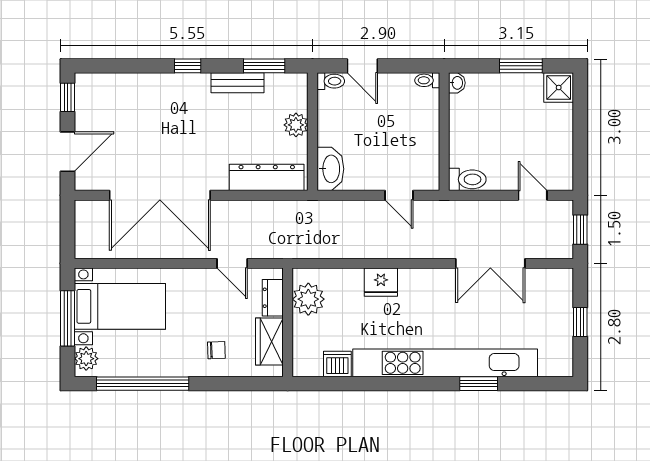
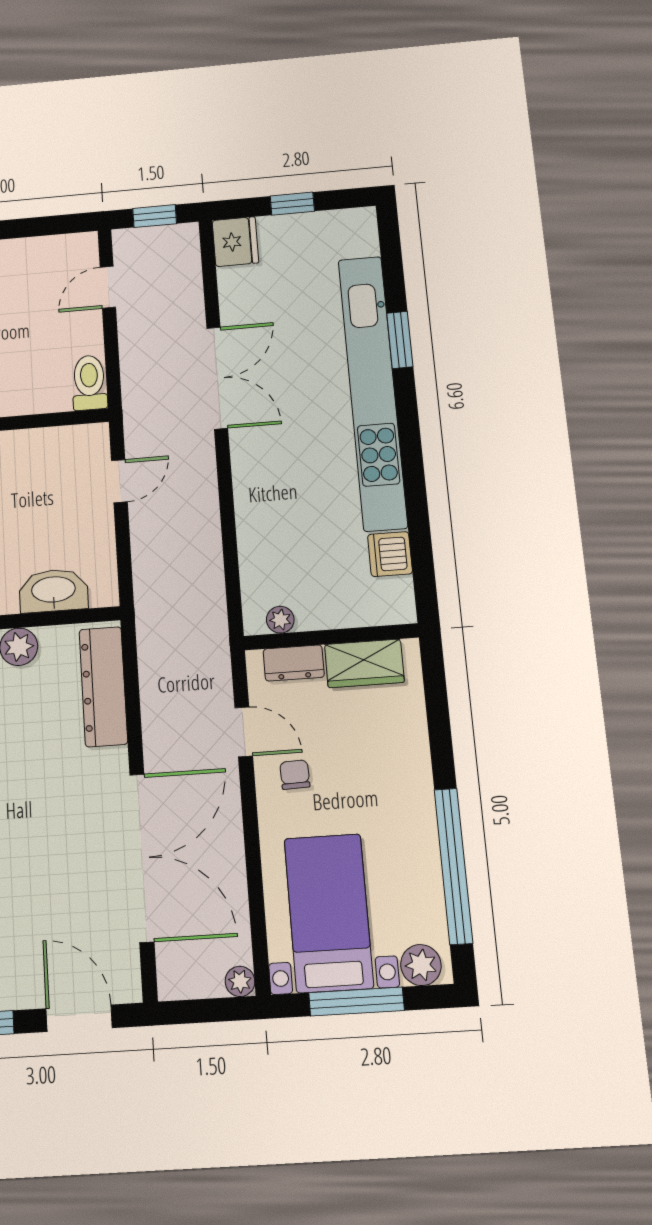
washbasin: (330, 169) -> (53, 591), moved
plant: (83, 250) -> (240, 981), added
door: (232, 263) -> (244, 732), hinge flipped
double door: (490, 263) -> (217, 378), moved
fridge: (381, 282) -> (235, 242), moved
plant: (308, 299) -> (280, 620), width x0.53, depth x0.53
chair: (216, 350) -> (295, 775), moved

